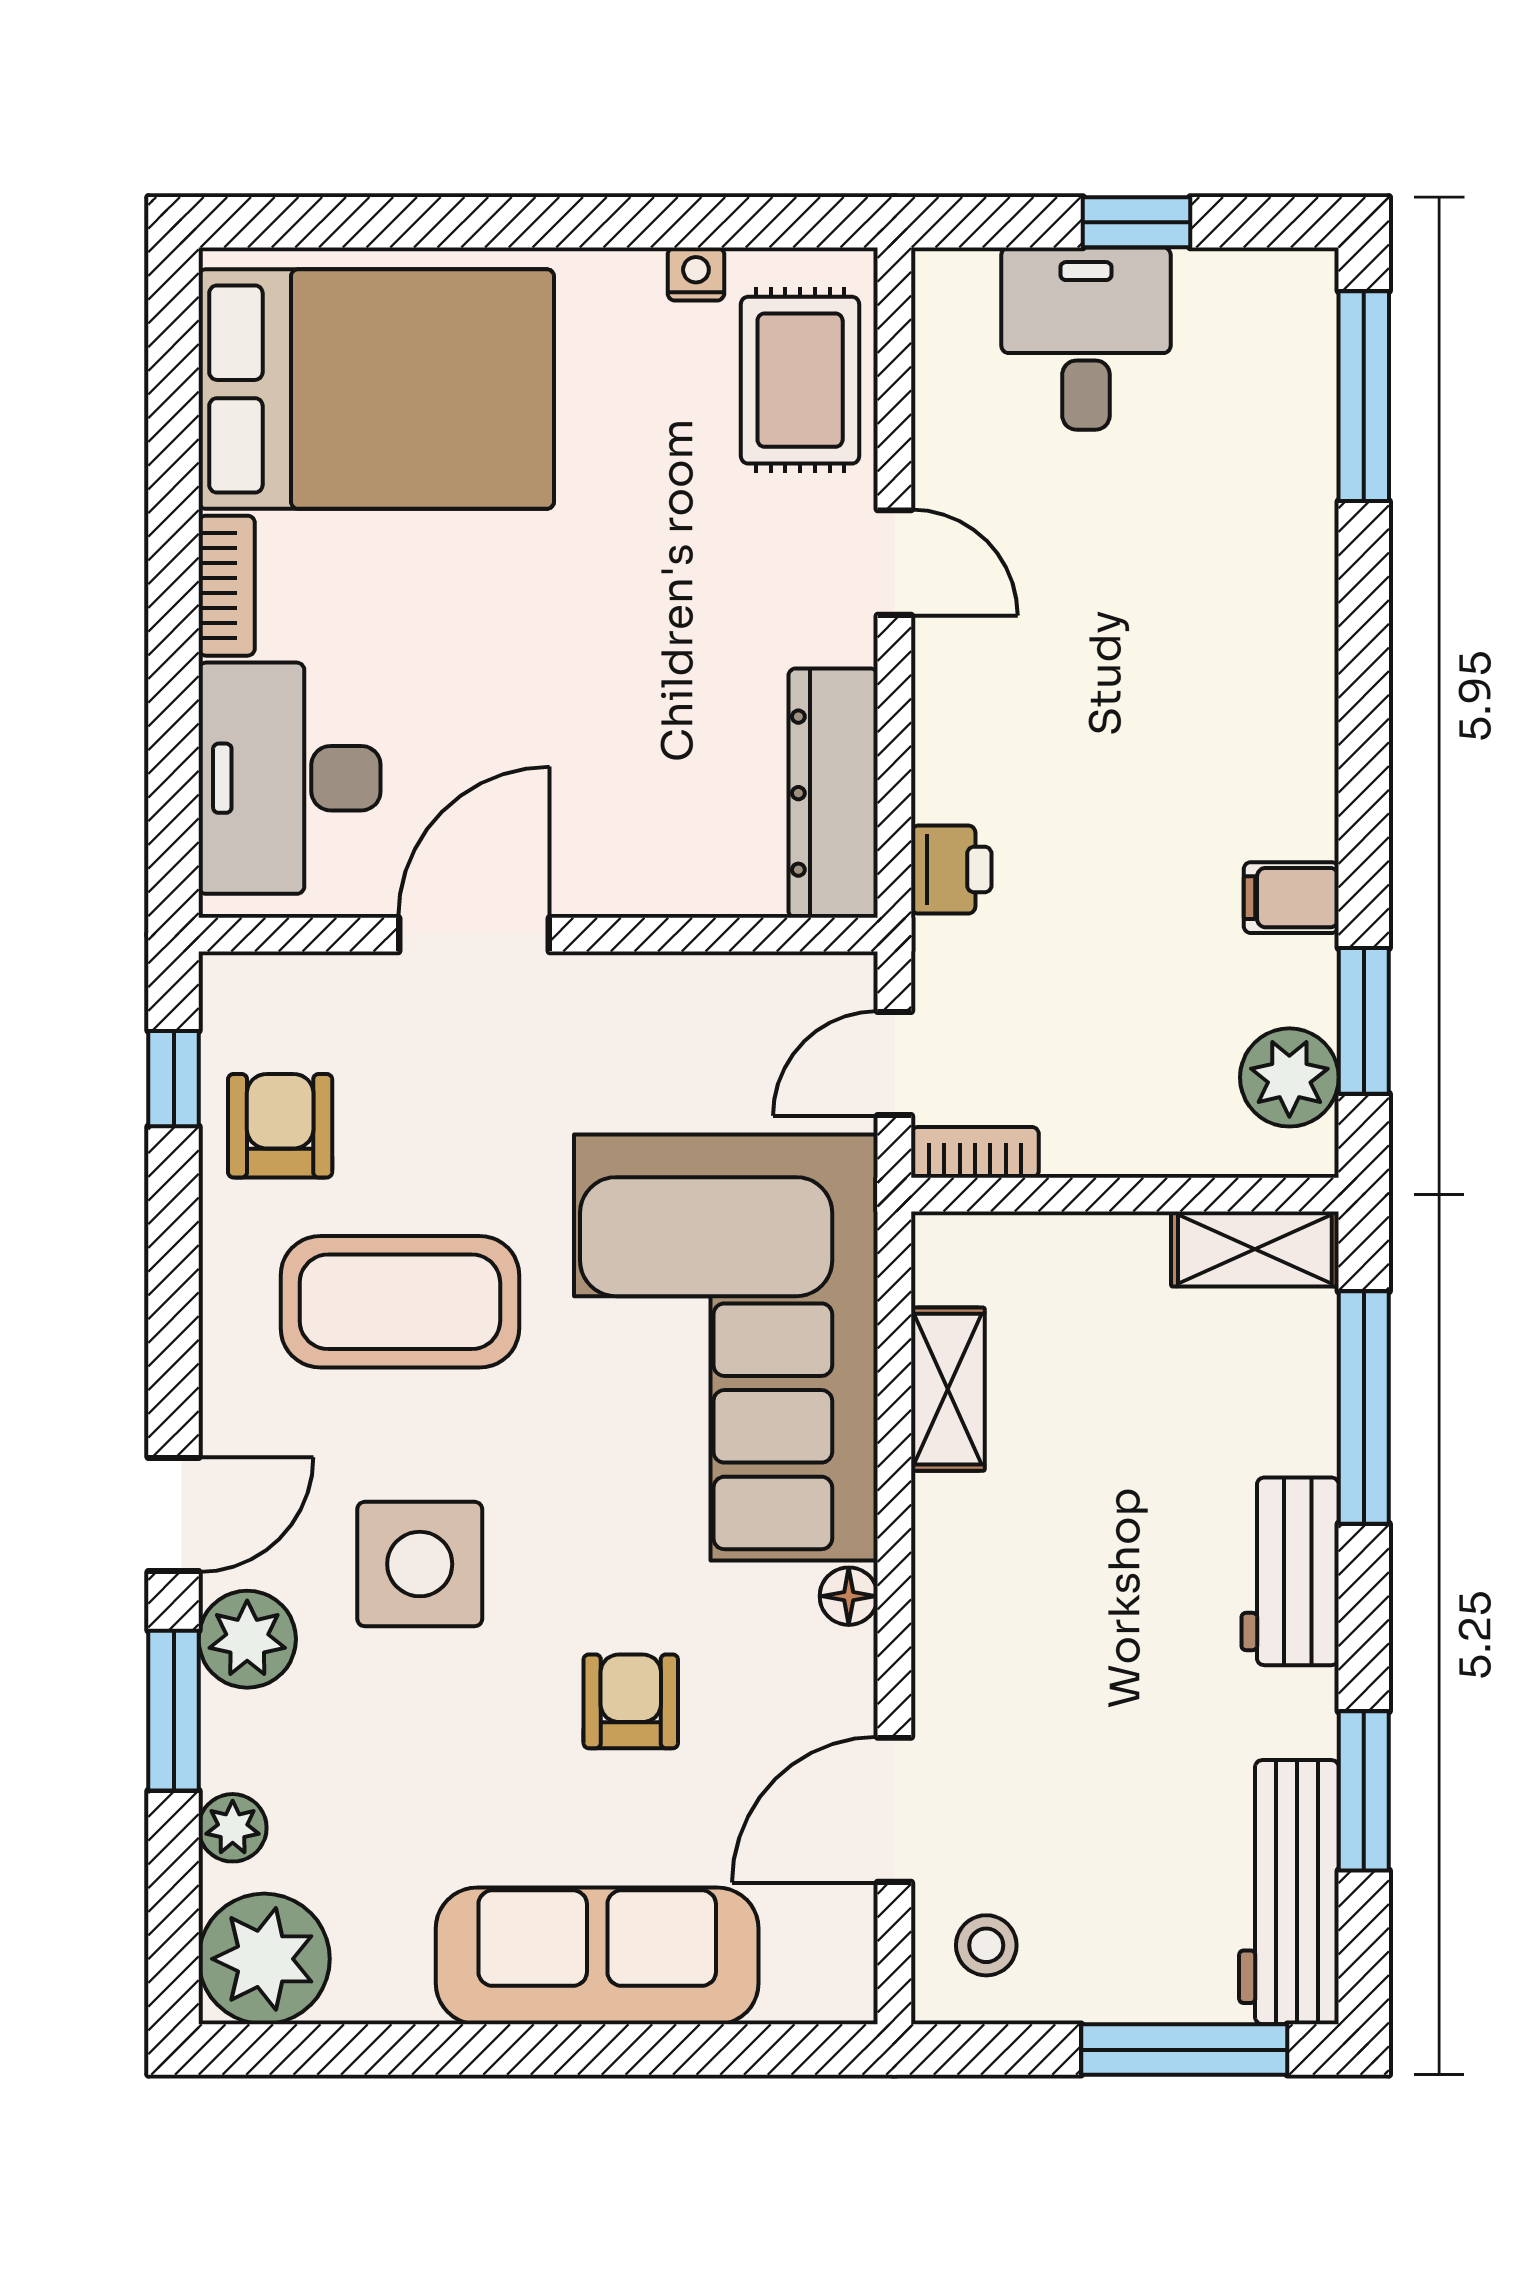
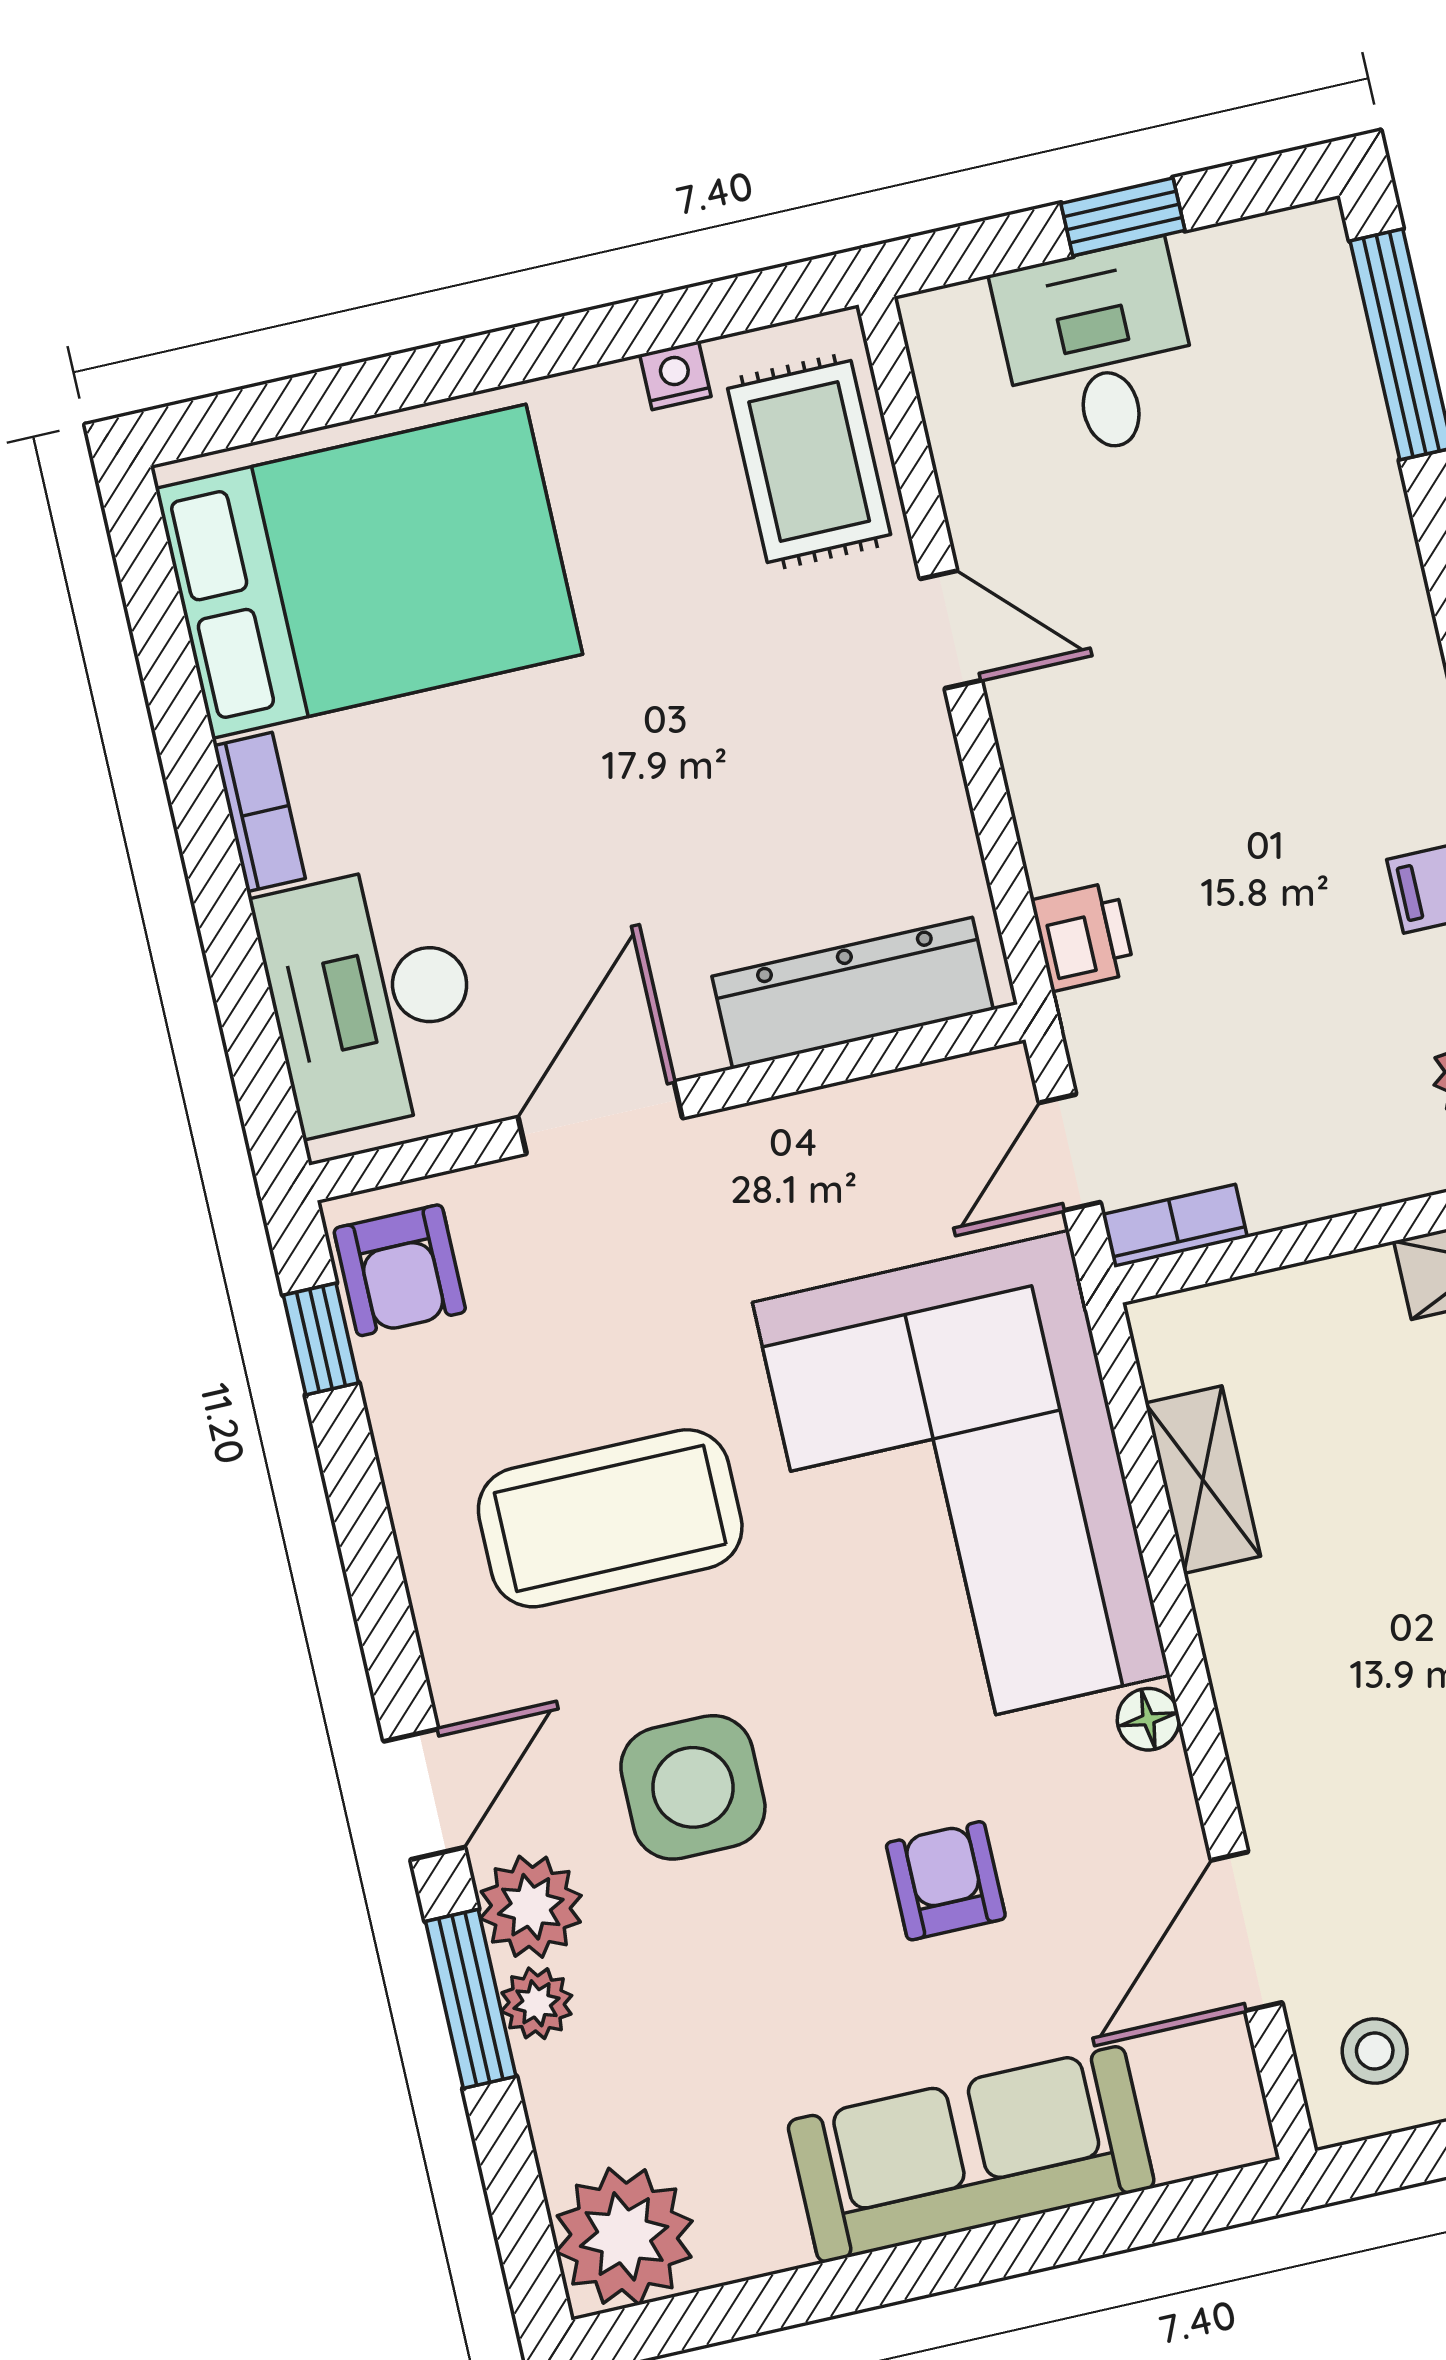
dresser: (833, 793) -> (853, 993), moved, turned 90
armchair: (280, 1126) -> (400, 1270), moved, turned 180
plant: (233, 1828) -> (537, 2003), moved

